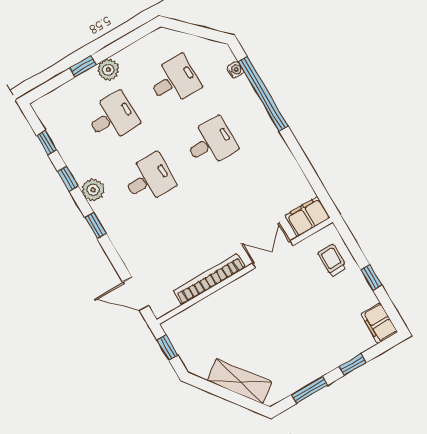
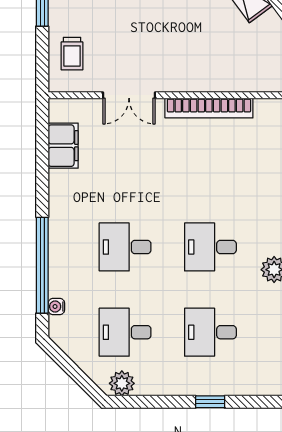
plant: (108, 70) -> (122, 383), moved
filing cabinet: (308, 216) -> (63, 146), moved, turned -90

